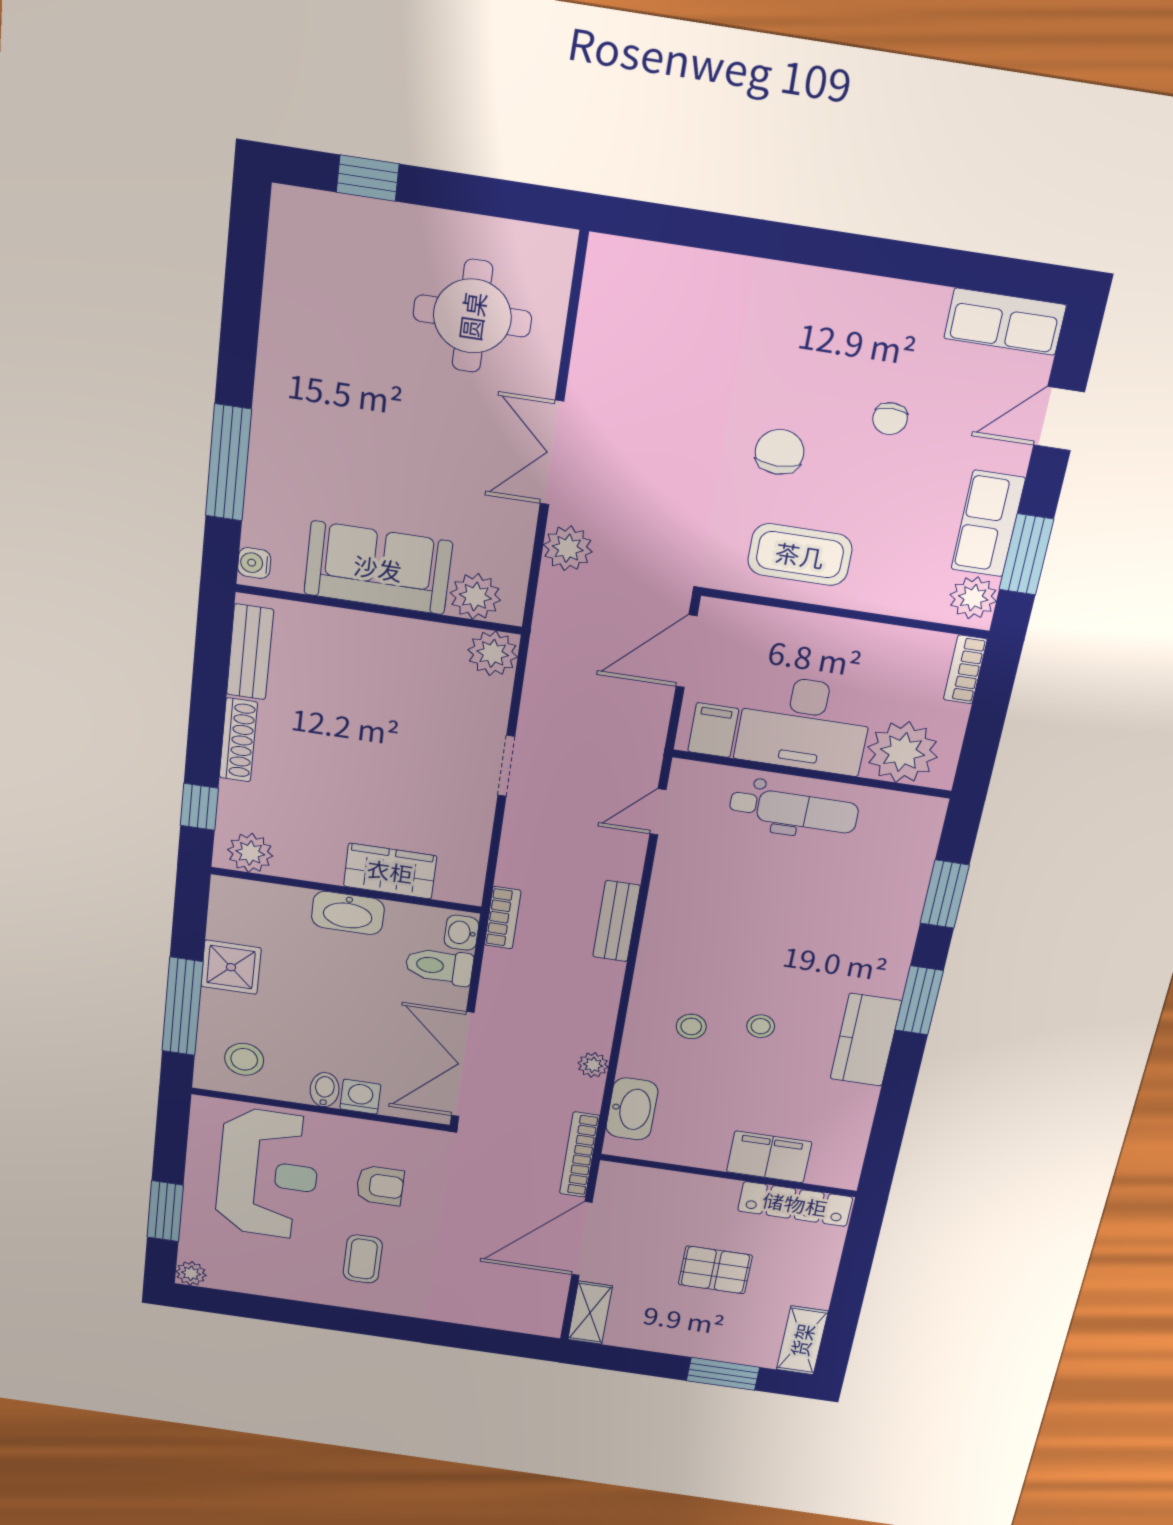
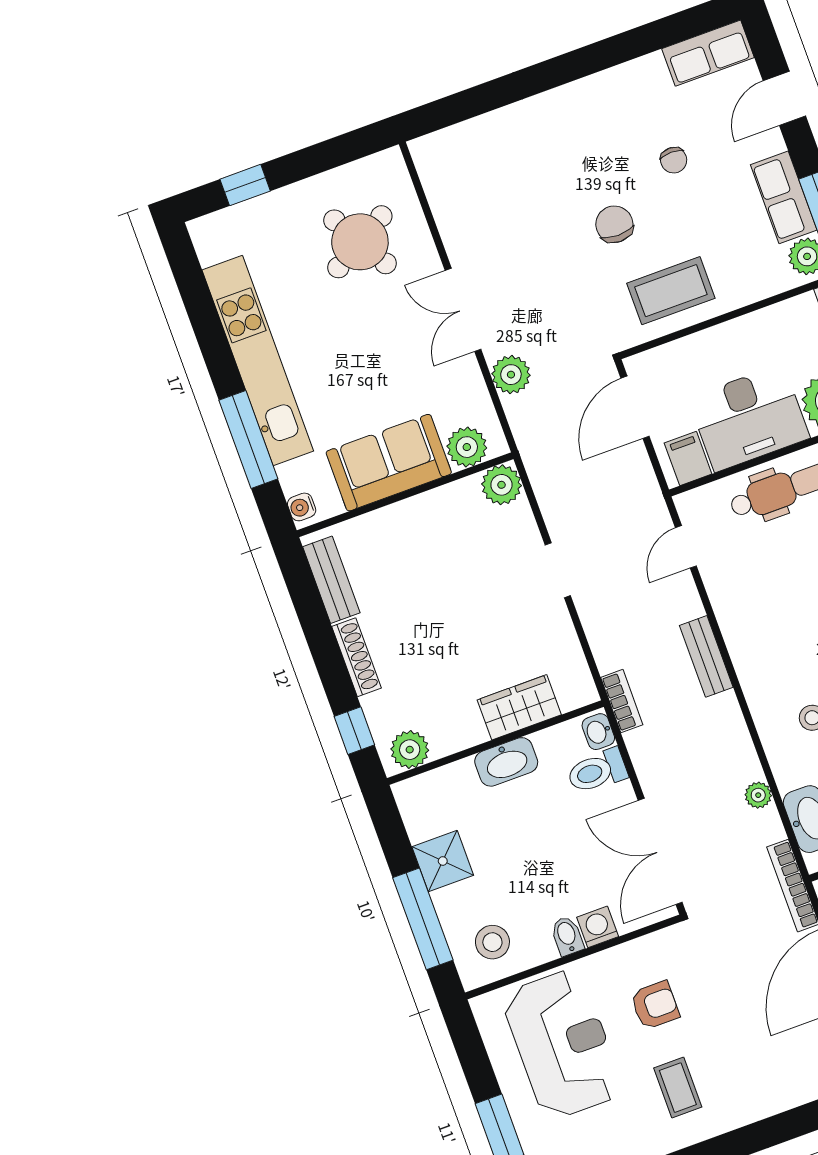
round table: (472, 316) -> (360, 242), turned -30
kitchen unit: (282, 384) -> (258, 360), added

